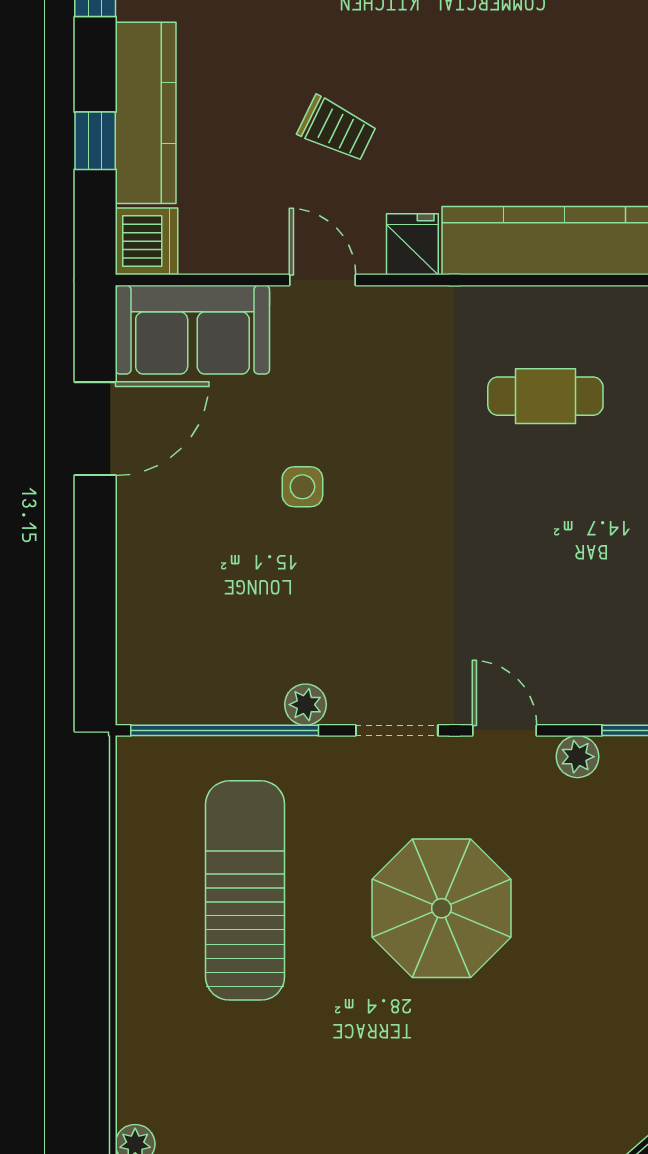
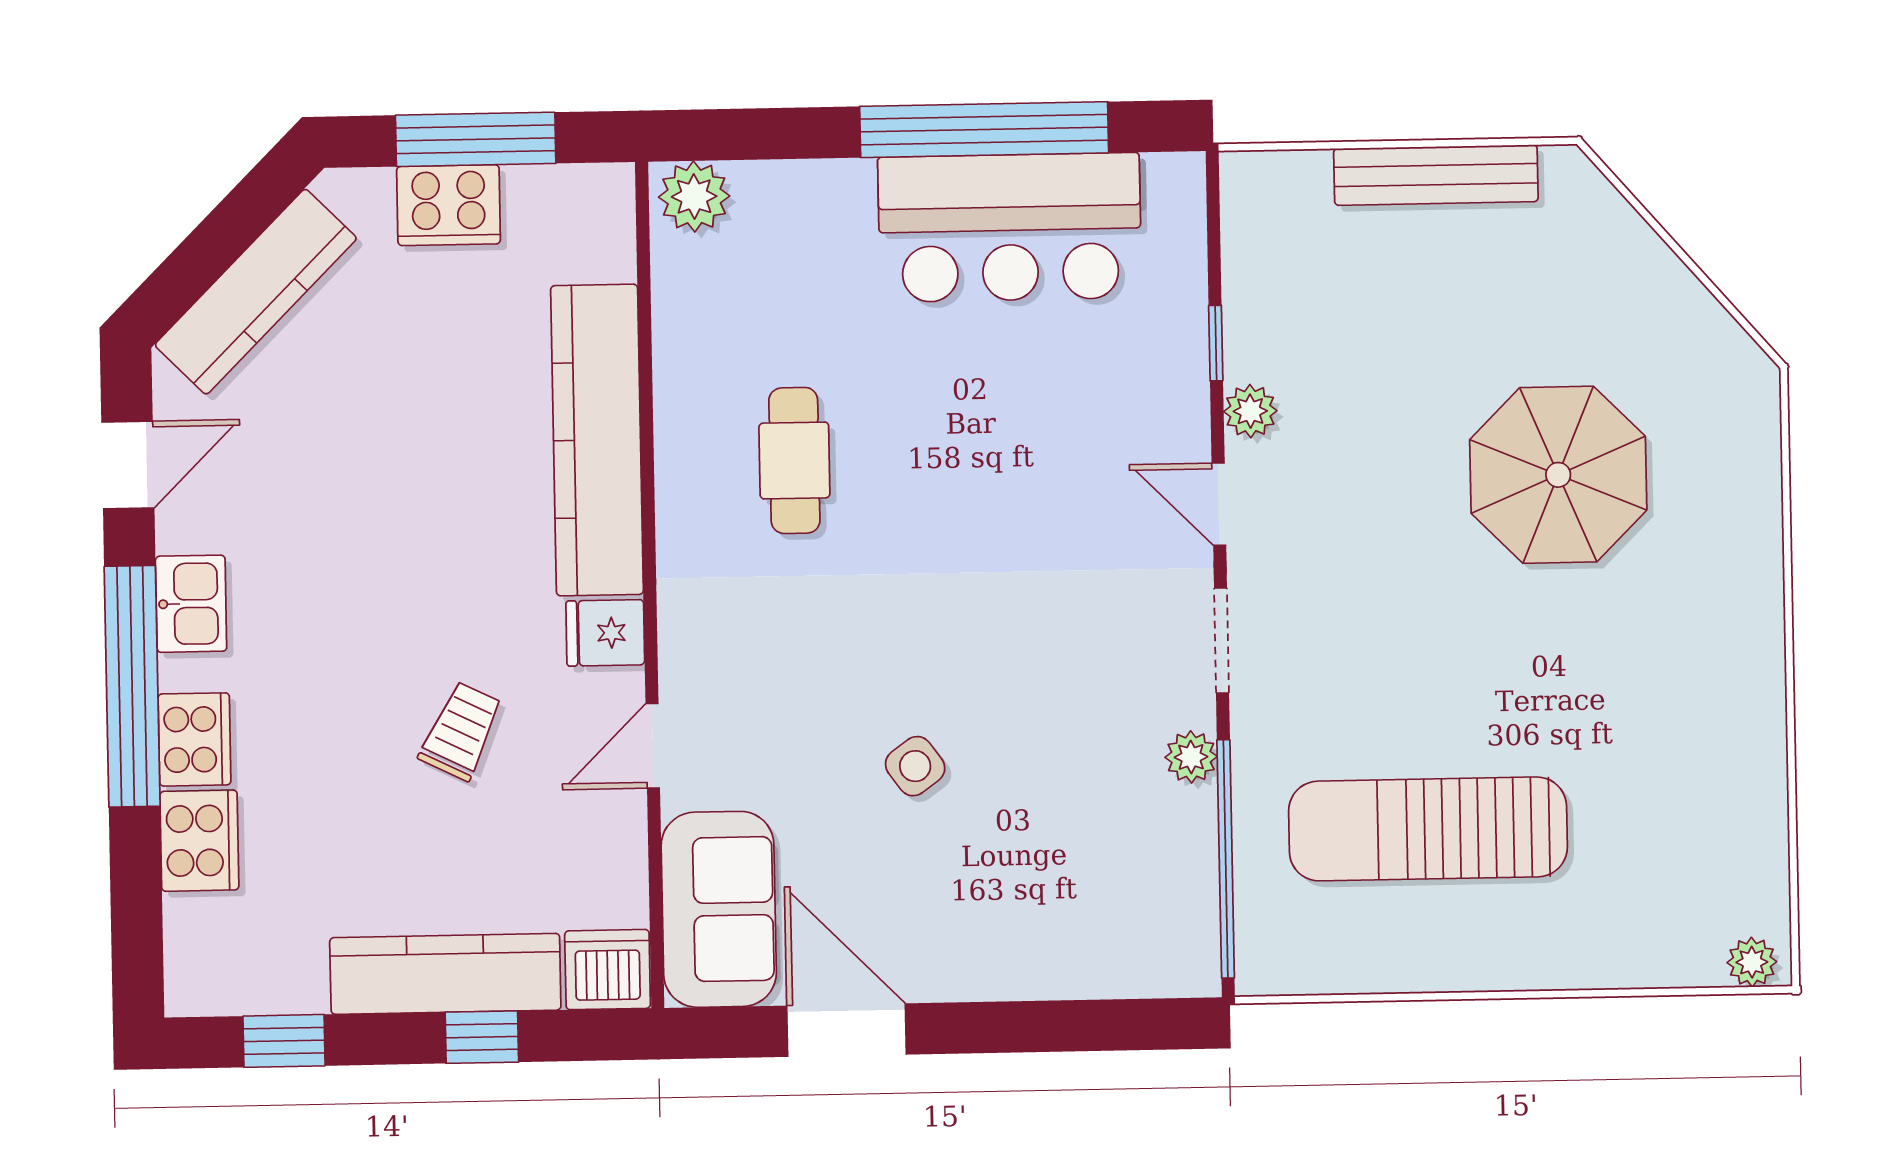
side table: (302, 487) -> (915, 766), turned -36
door: (505, 730) -> (1219, 504), hinge flipped
parasol: (441, 908) -> (1558, 475), moved

